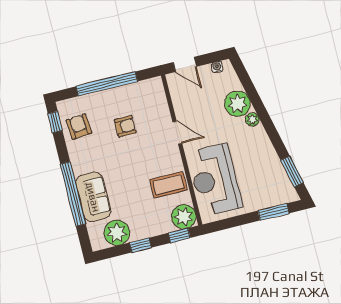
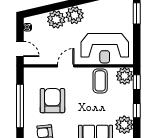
door: (185, 64) -> (20, 49), hinge flipped
plant: (252, 120) -> (75, 15), width x1.87, depth x1.87
armchair: (125, 126) -> (52, 101), width x1.88, depth x1.88

